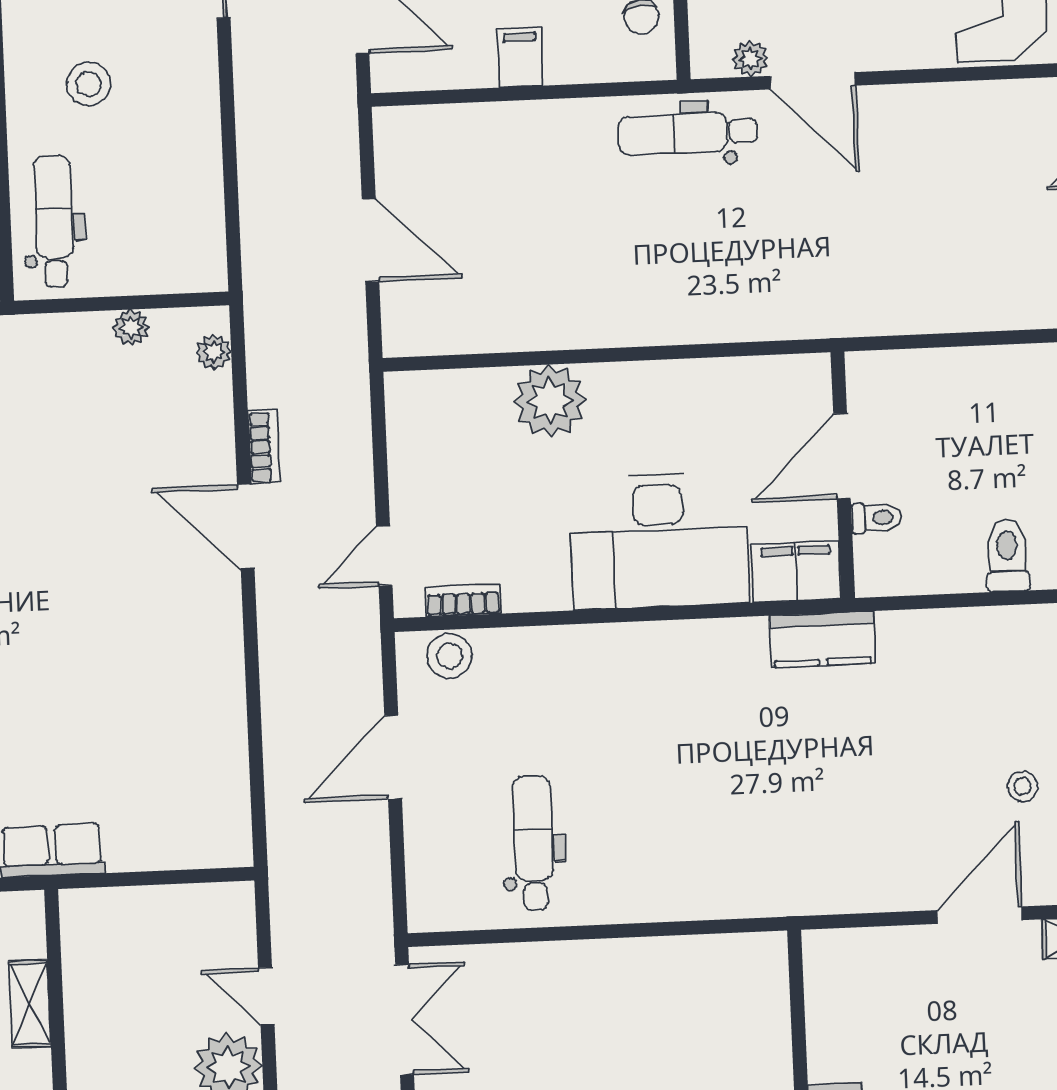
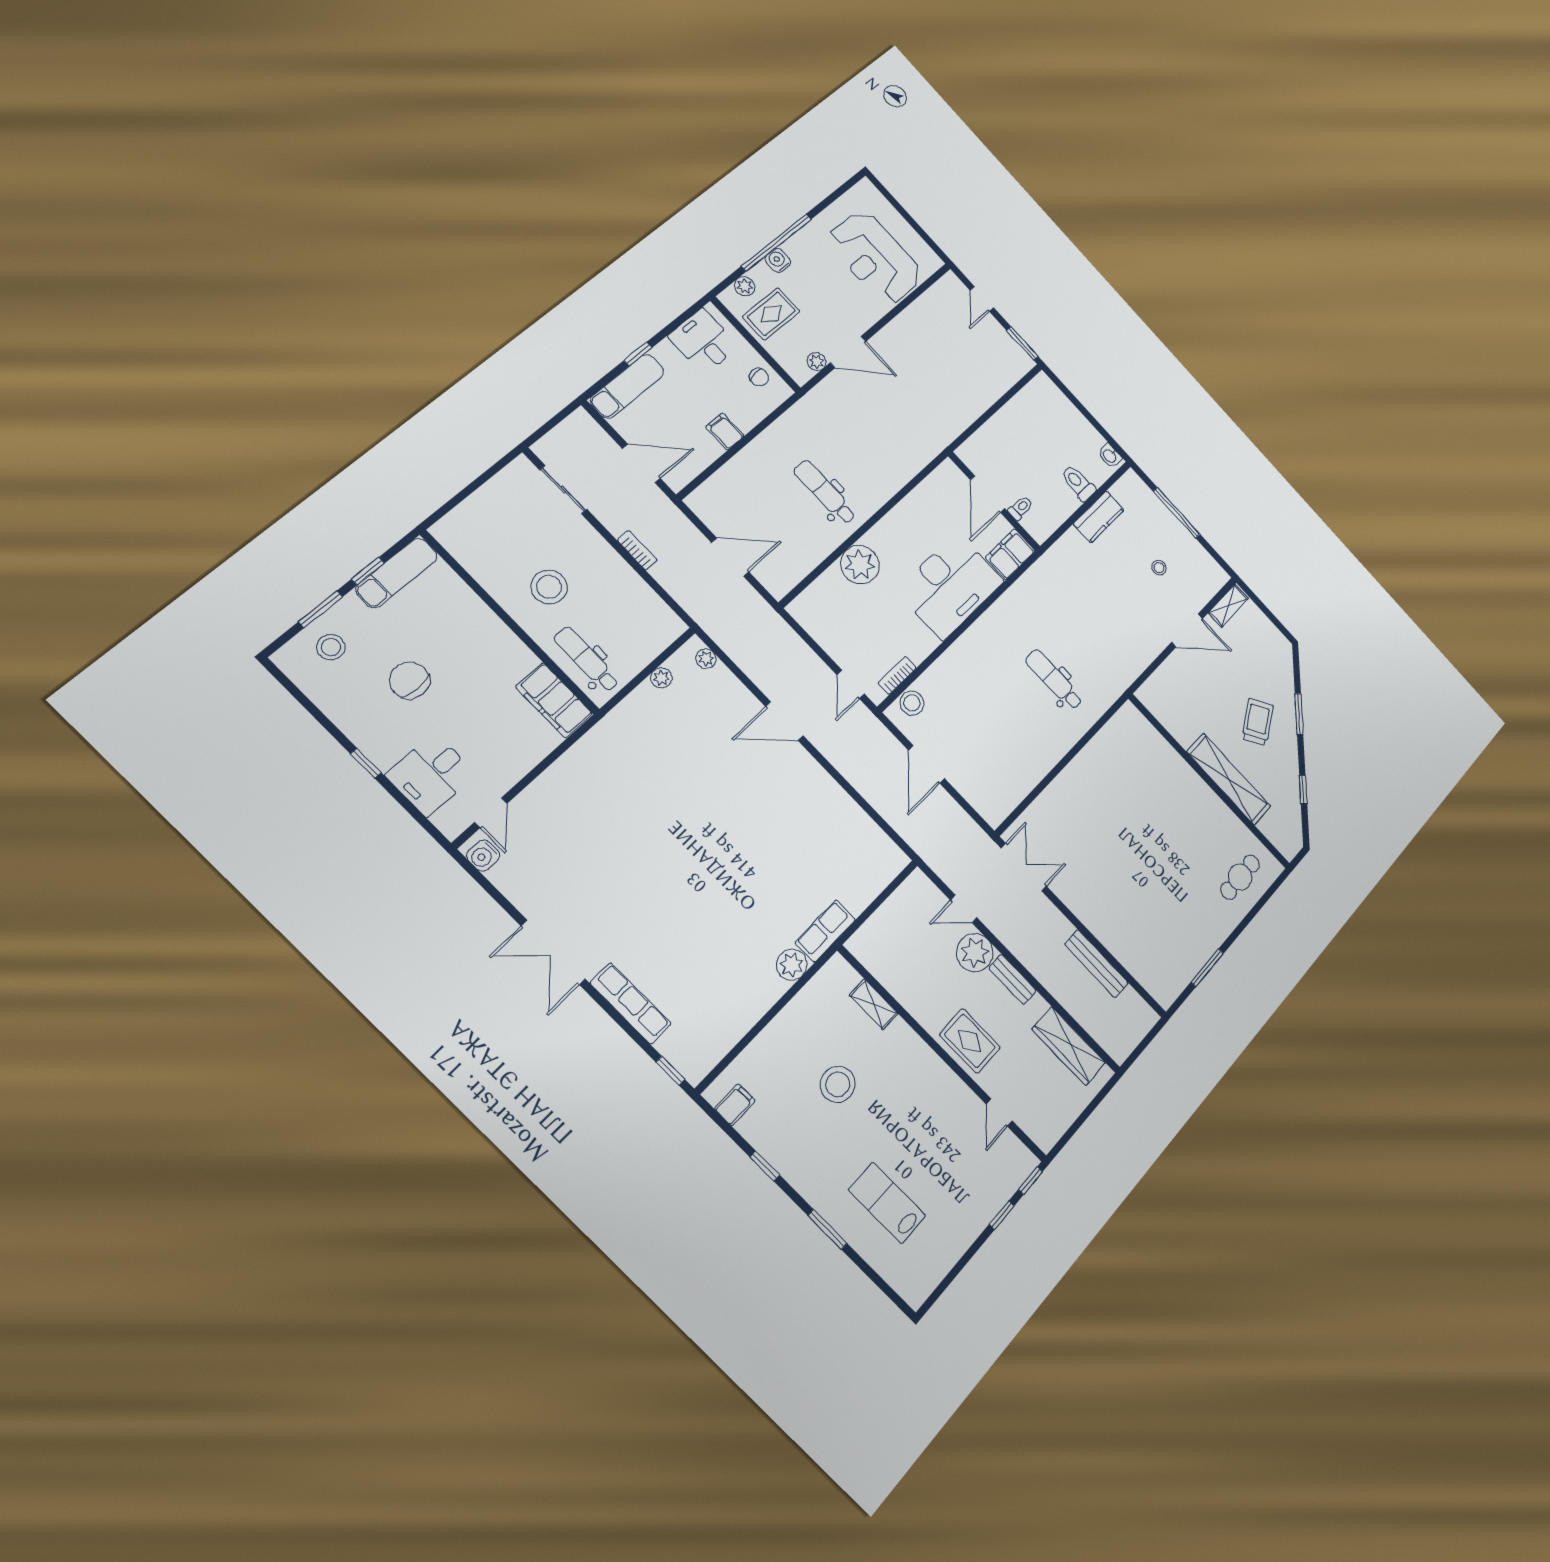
stool: (89, 84) -> (549, 587), width x1.38, depth x1.38
dental chair: (688, 133) -> (825, 492), moved, turned 90
bookcase: (264, 447) -> (637, 550), moved
kitchen counter: (822, 639) -> (1099, 517), moved
dental chair: (533, 843) -> (1054, 680), moved
door: (980, 915) -> (1187, 630), swing flipped

